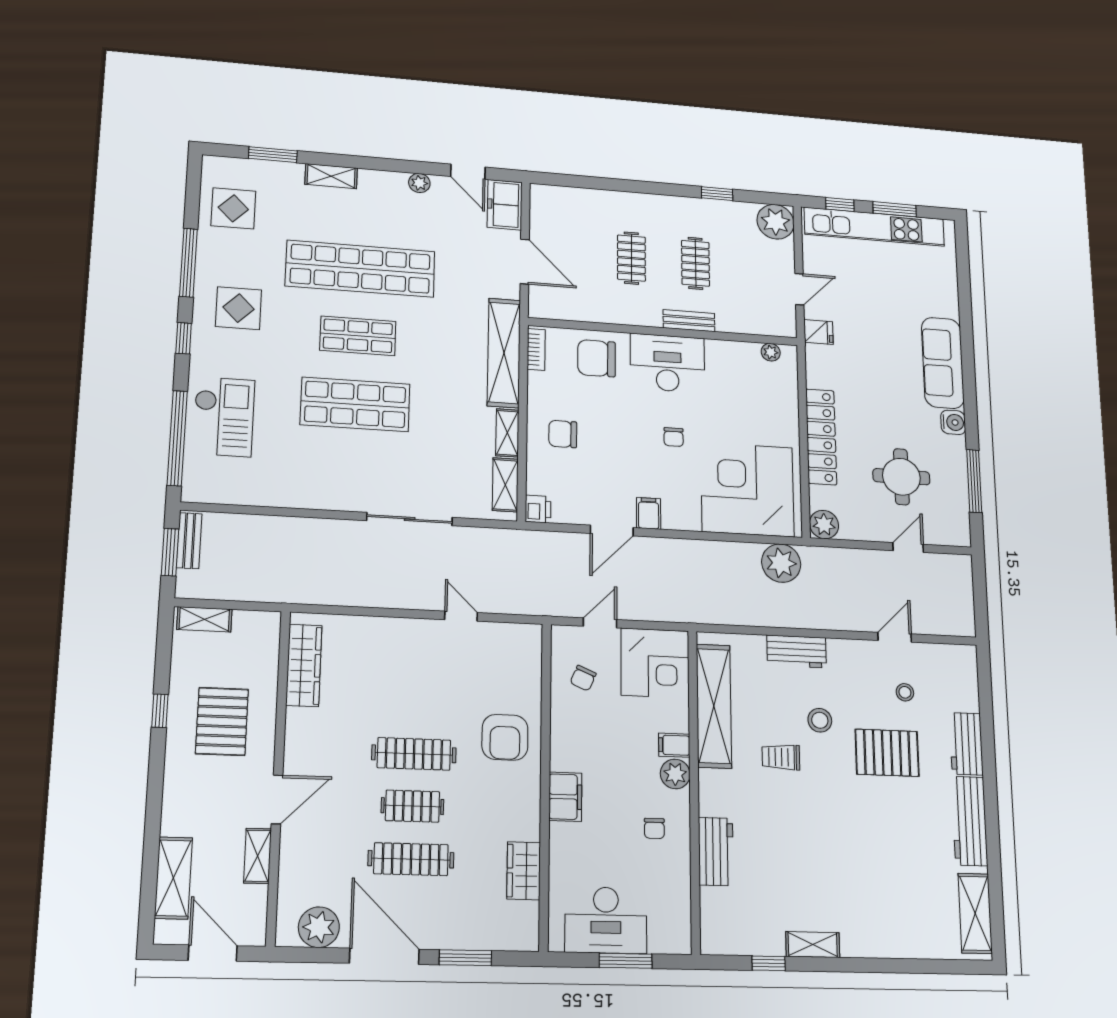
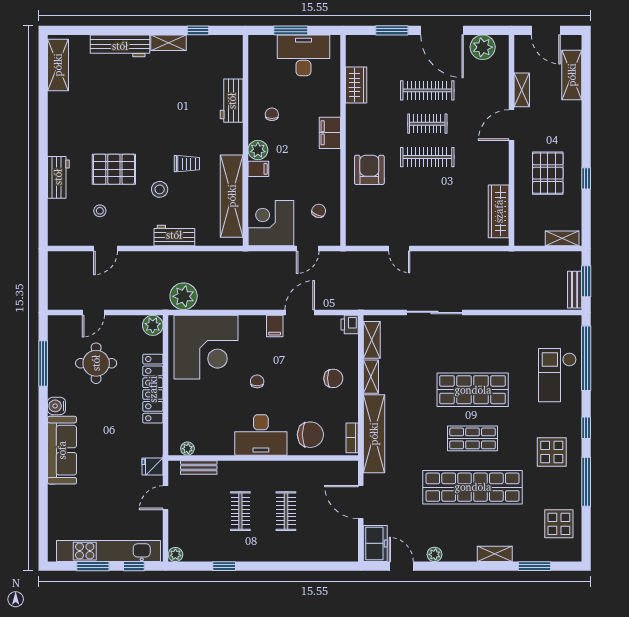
plant: (776, 222) -> (175, 555), width x0.53, depth x0.53
bench: (689, 321) -> (199, 468), moved
workbench: (970, 821) -> (120, 46), moved, turned 90

